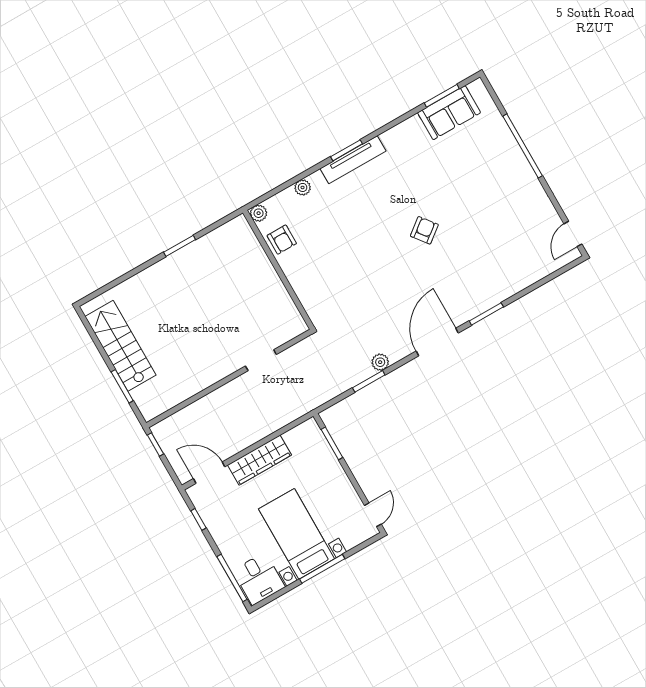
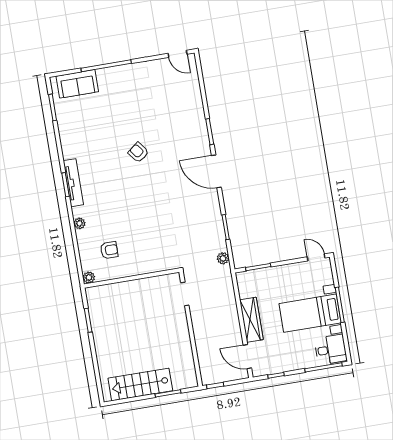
sofa: (449, 113) -> (77, 84), moved, turned 90
plant: (259, 213) -> (89, 277), moved
wall: (278, 270) -> (132, 278), moved
plant: (380, 362) -> (223, 258), moved
door: (209, 473) -> (247, 357), hinge flipped

